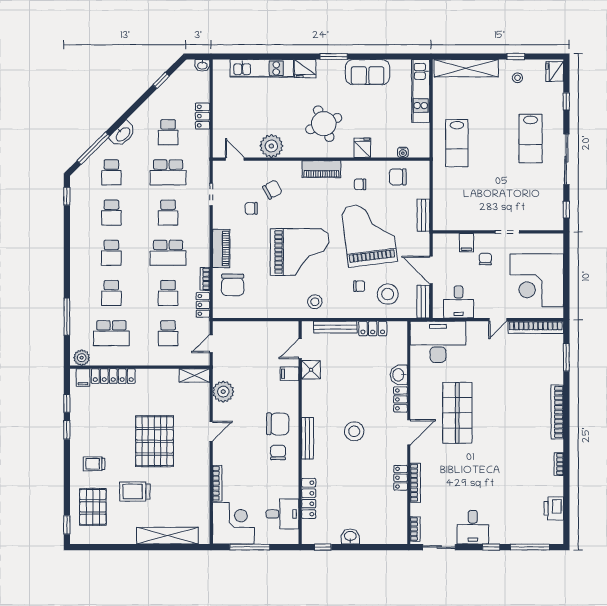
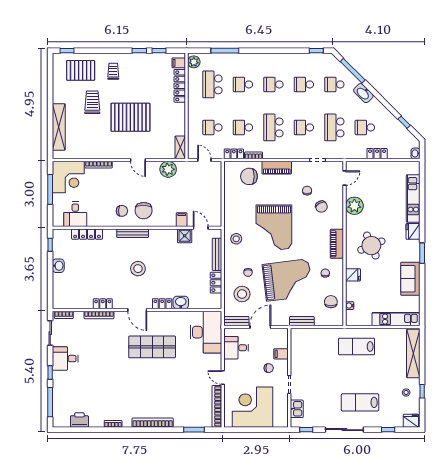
kitchen sink: (539, 222) -> (297, 409), added

